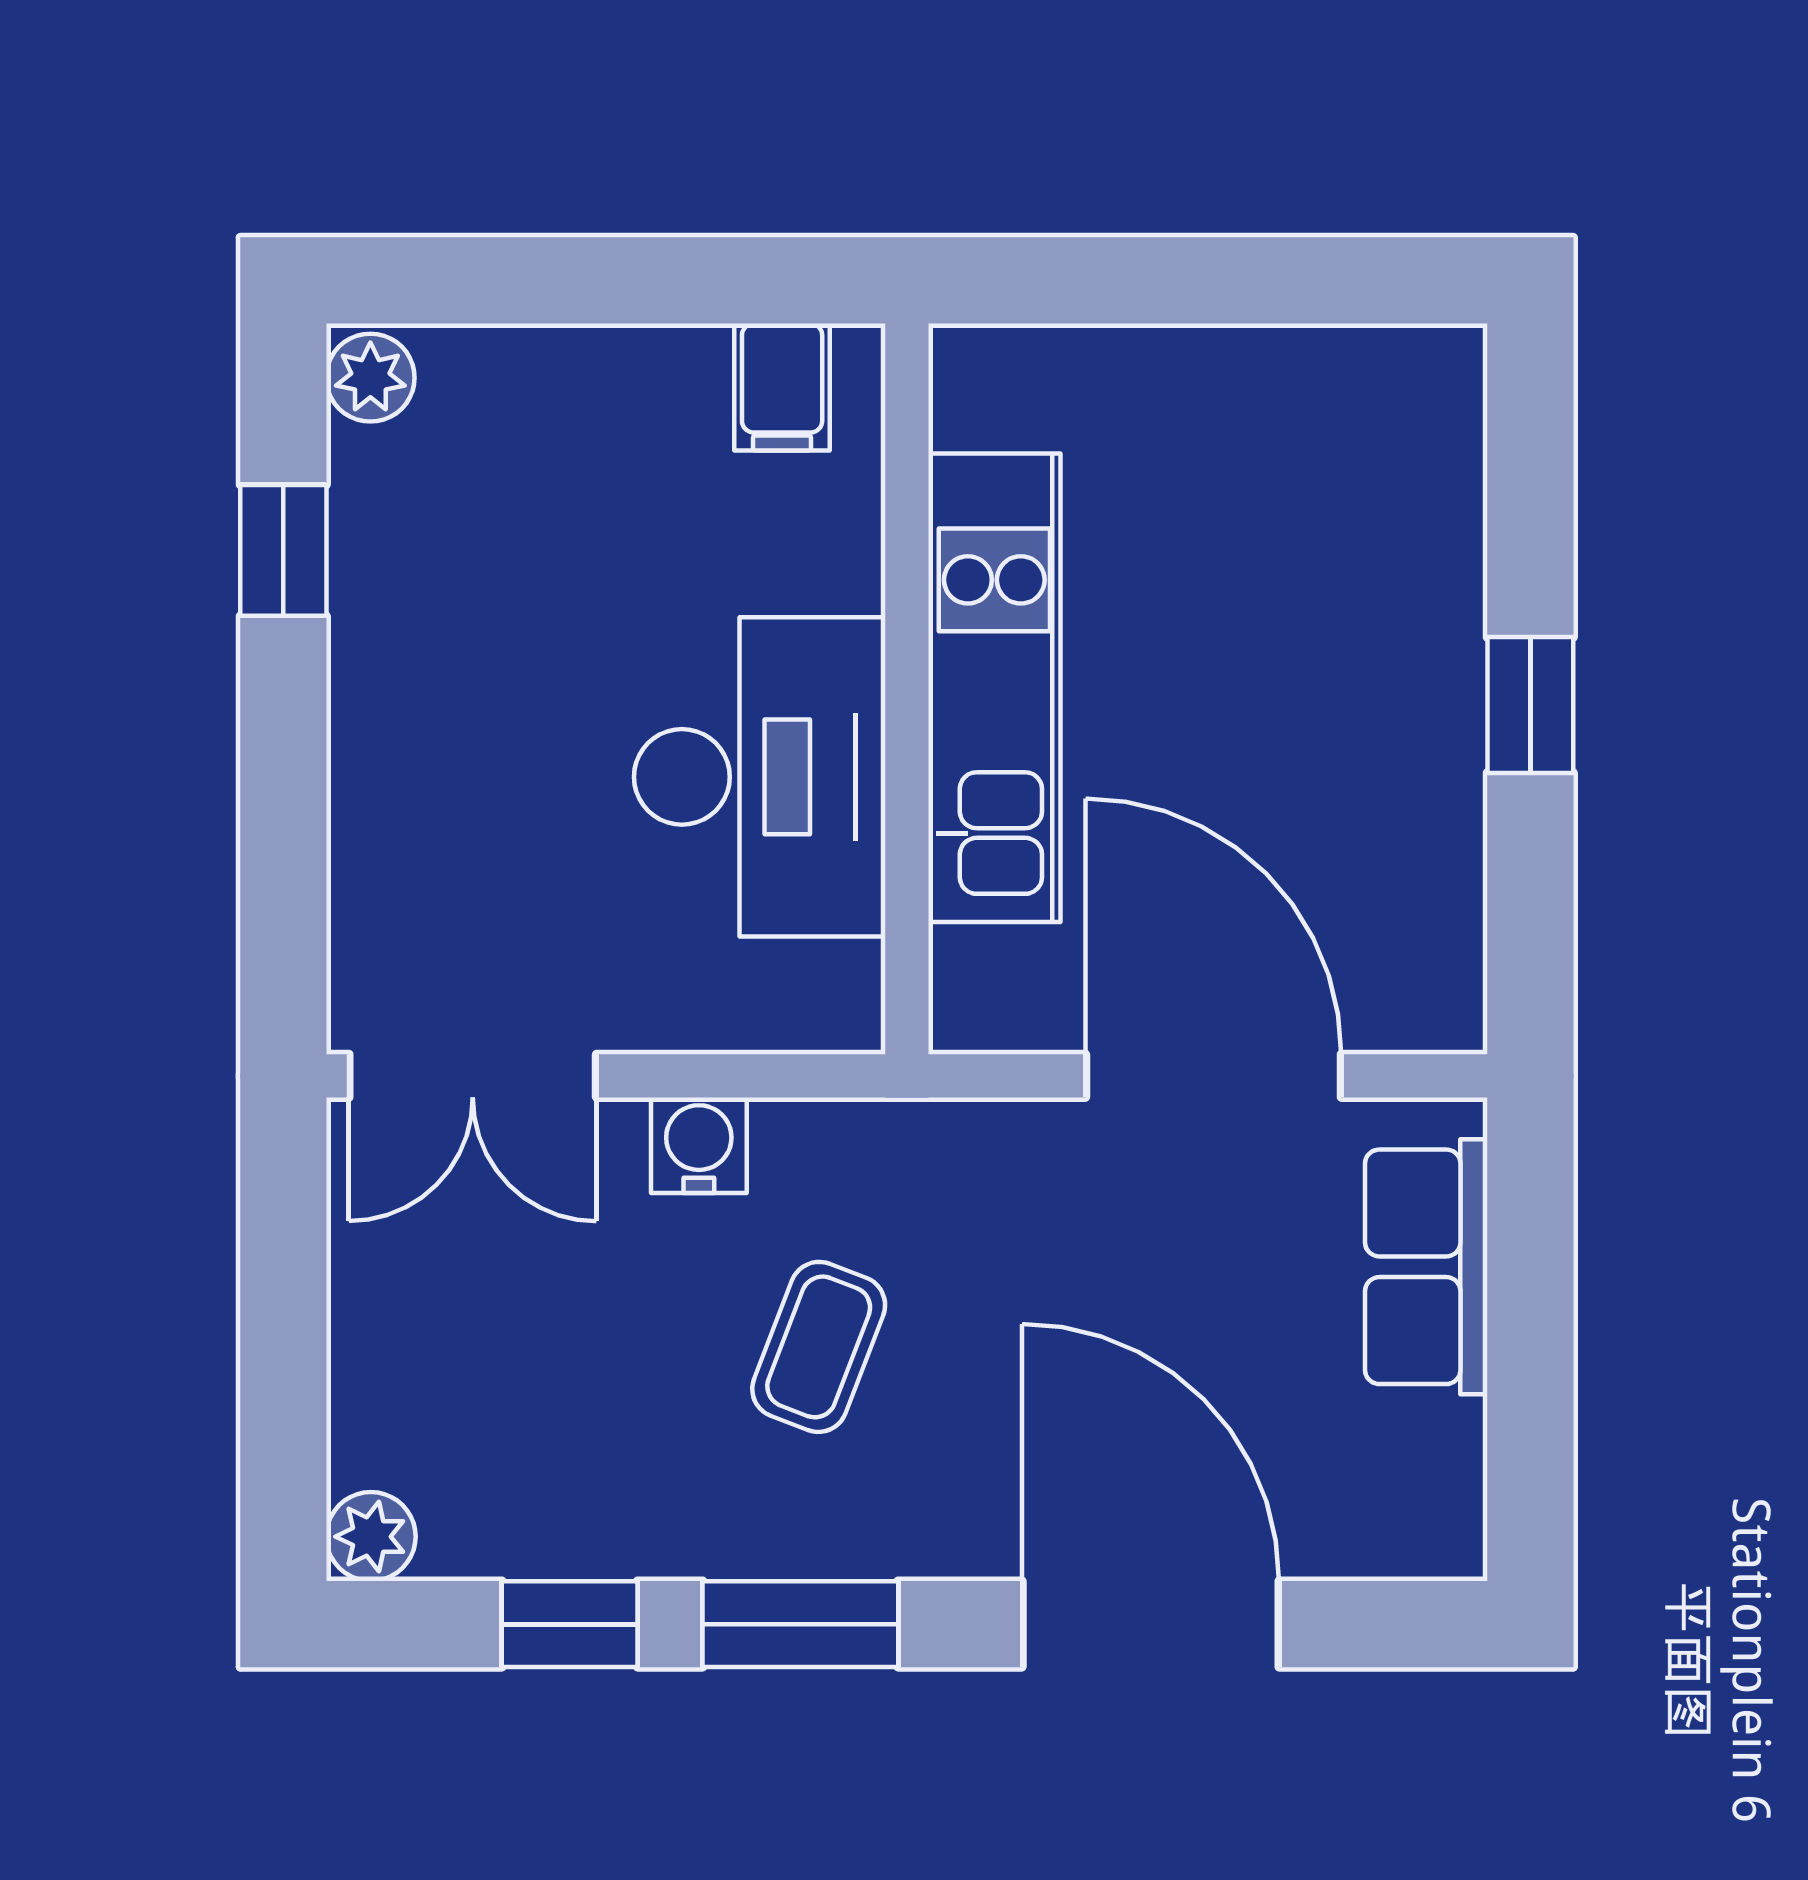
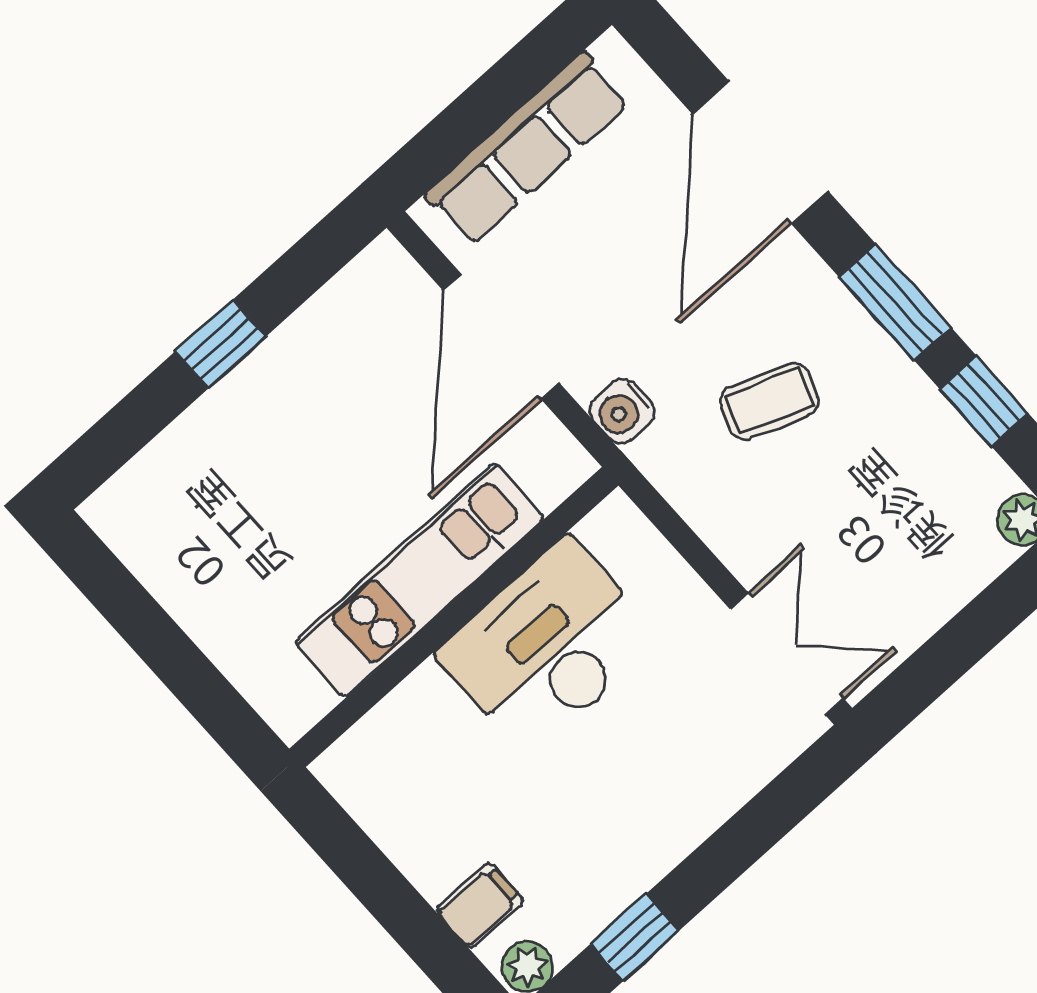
filing cabinet: (782, 387) -> (480, 906), moved
water cooler: (699, 1145) -> (622, 411), moved
row of seats: (1426, 1267) -> (527, 149), width x1.48

